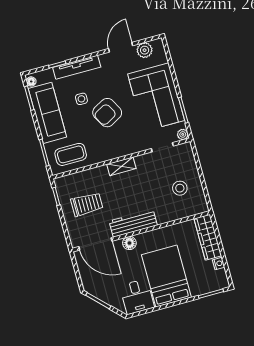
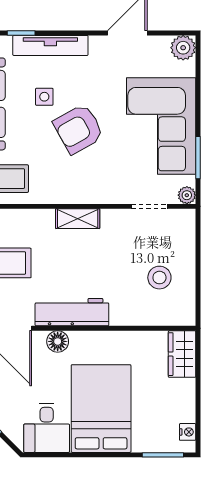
plant: (145, 50) -> (183, 48), moved
wardrobe: (208, 237) -> (182, 354), width x0.67
nightstand: (219, 264) -> (188, 432), moved

